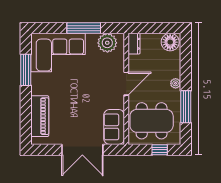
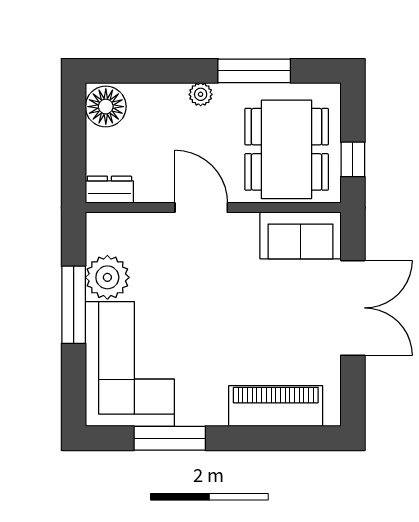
plant: (107, 43) -> (107, 277), moved
window: (160, 150) -> (353, 159), moved

